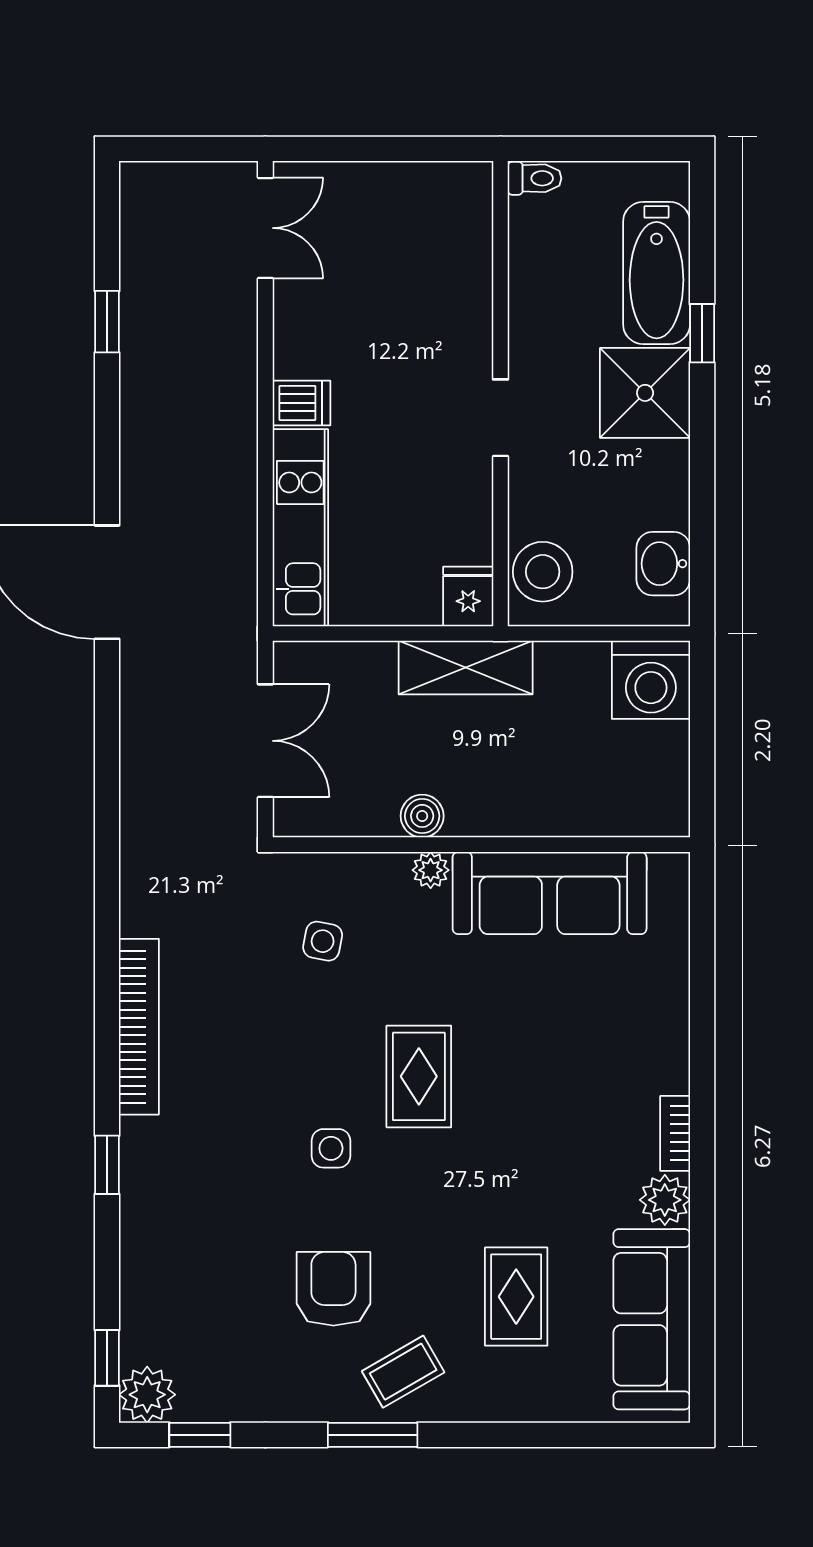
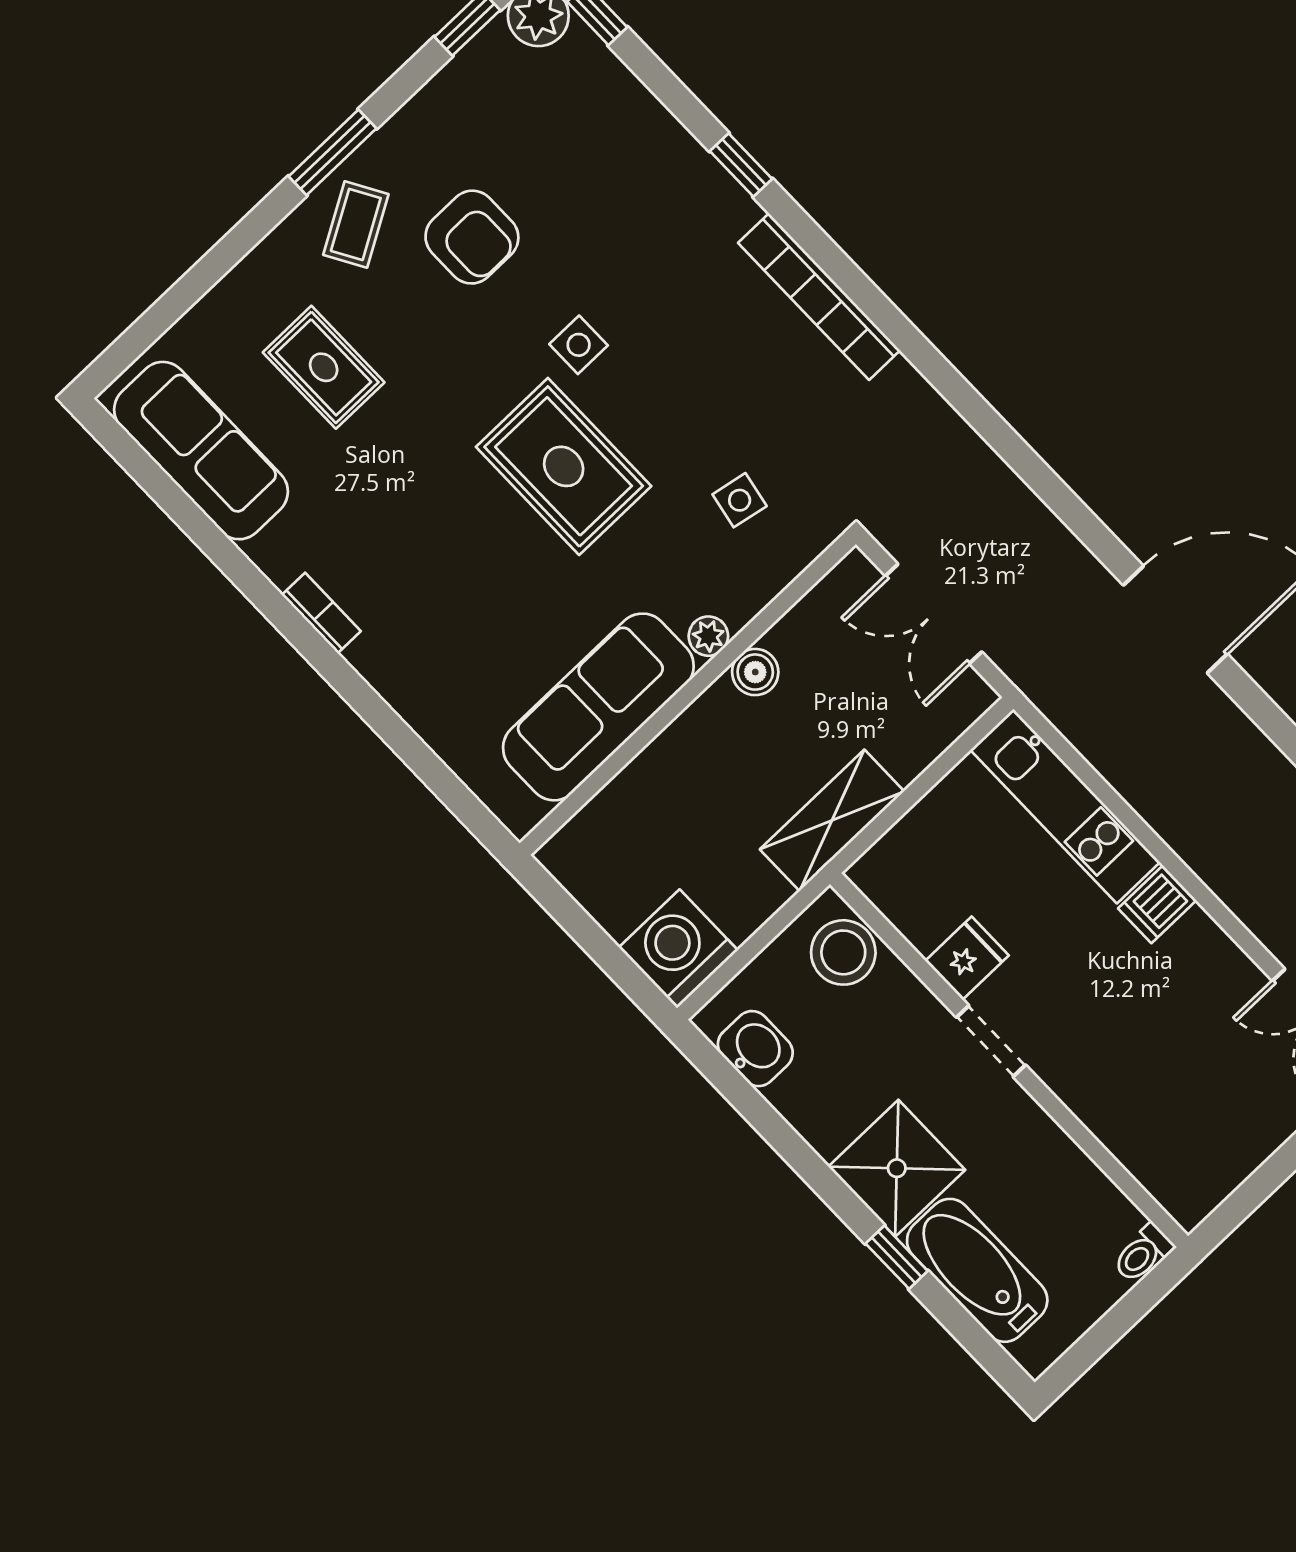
fridge: (468, 596) -> (967, 958), moved, turned -90
rug: (419, 1076) -> (564, 466), width x1.36, depth x1.43
plant: (665, 1200) -> (280, 553), removed

